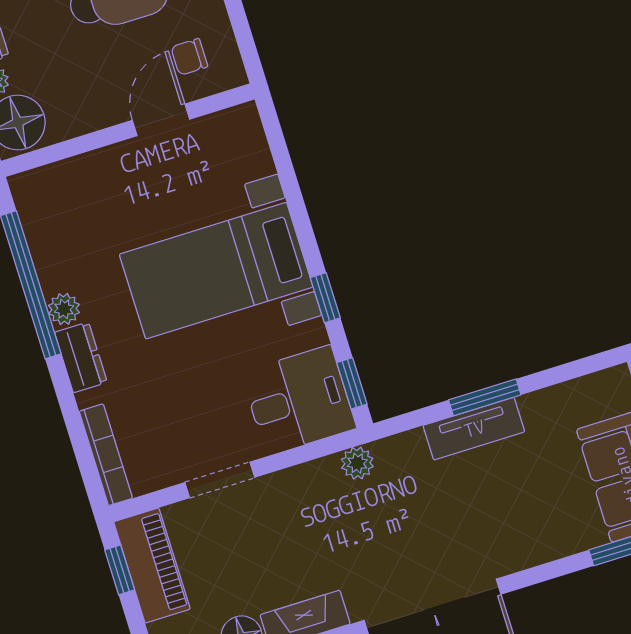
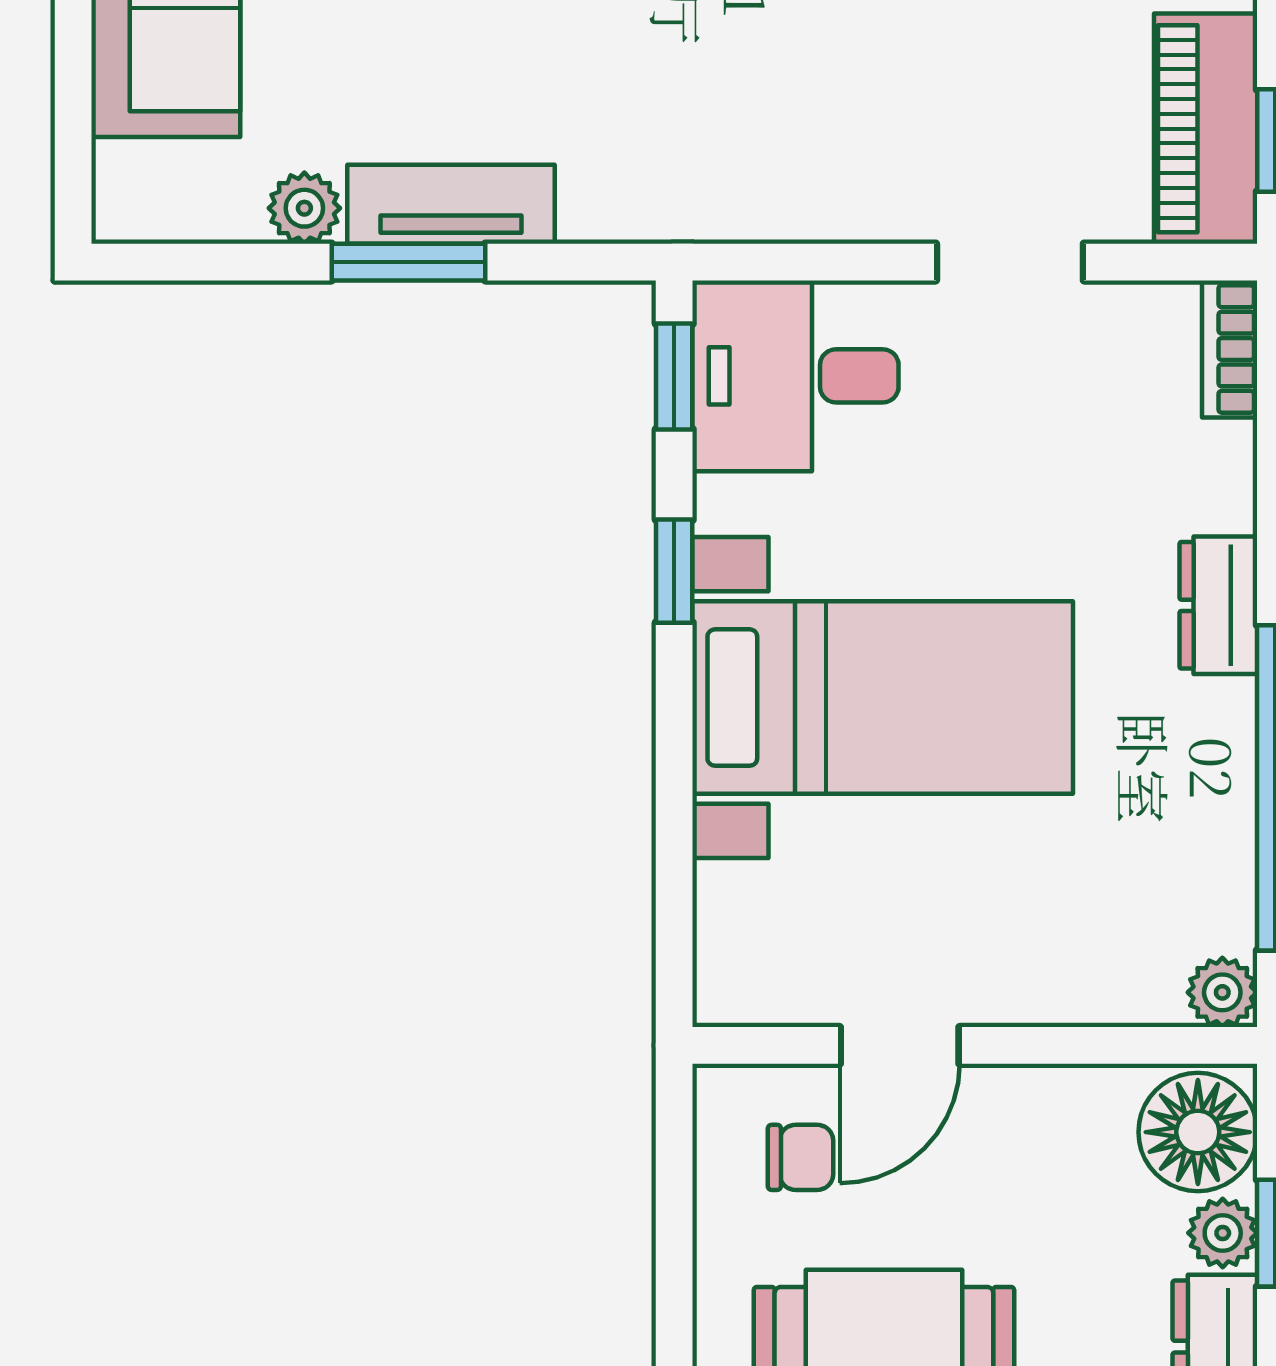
plant: (64, 309) -> (1222, 992), moved
bookcase: (106, 455) -> (1230, 349), width x0.64
plant: (357, 463) -> (304, 208), moved

